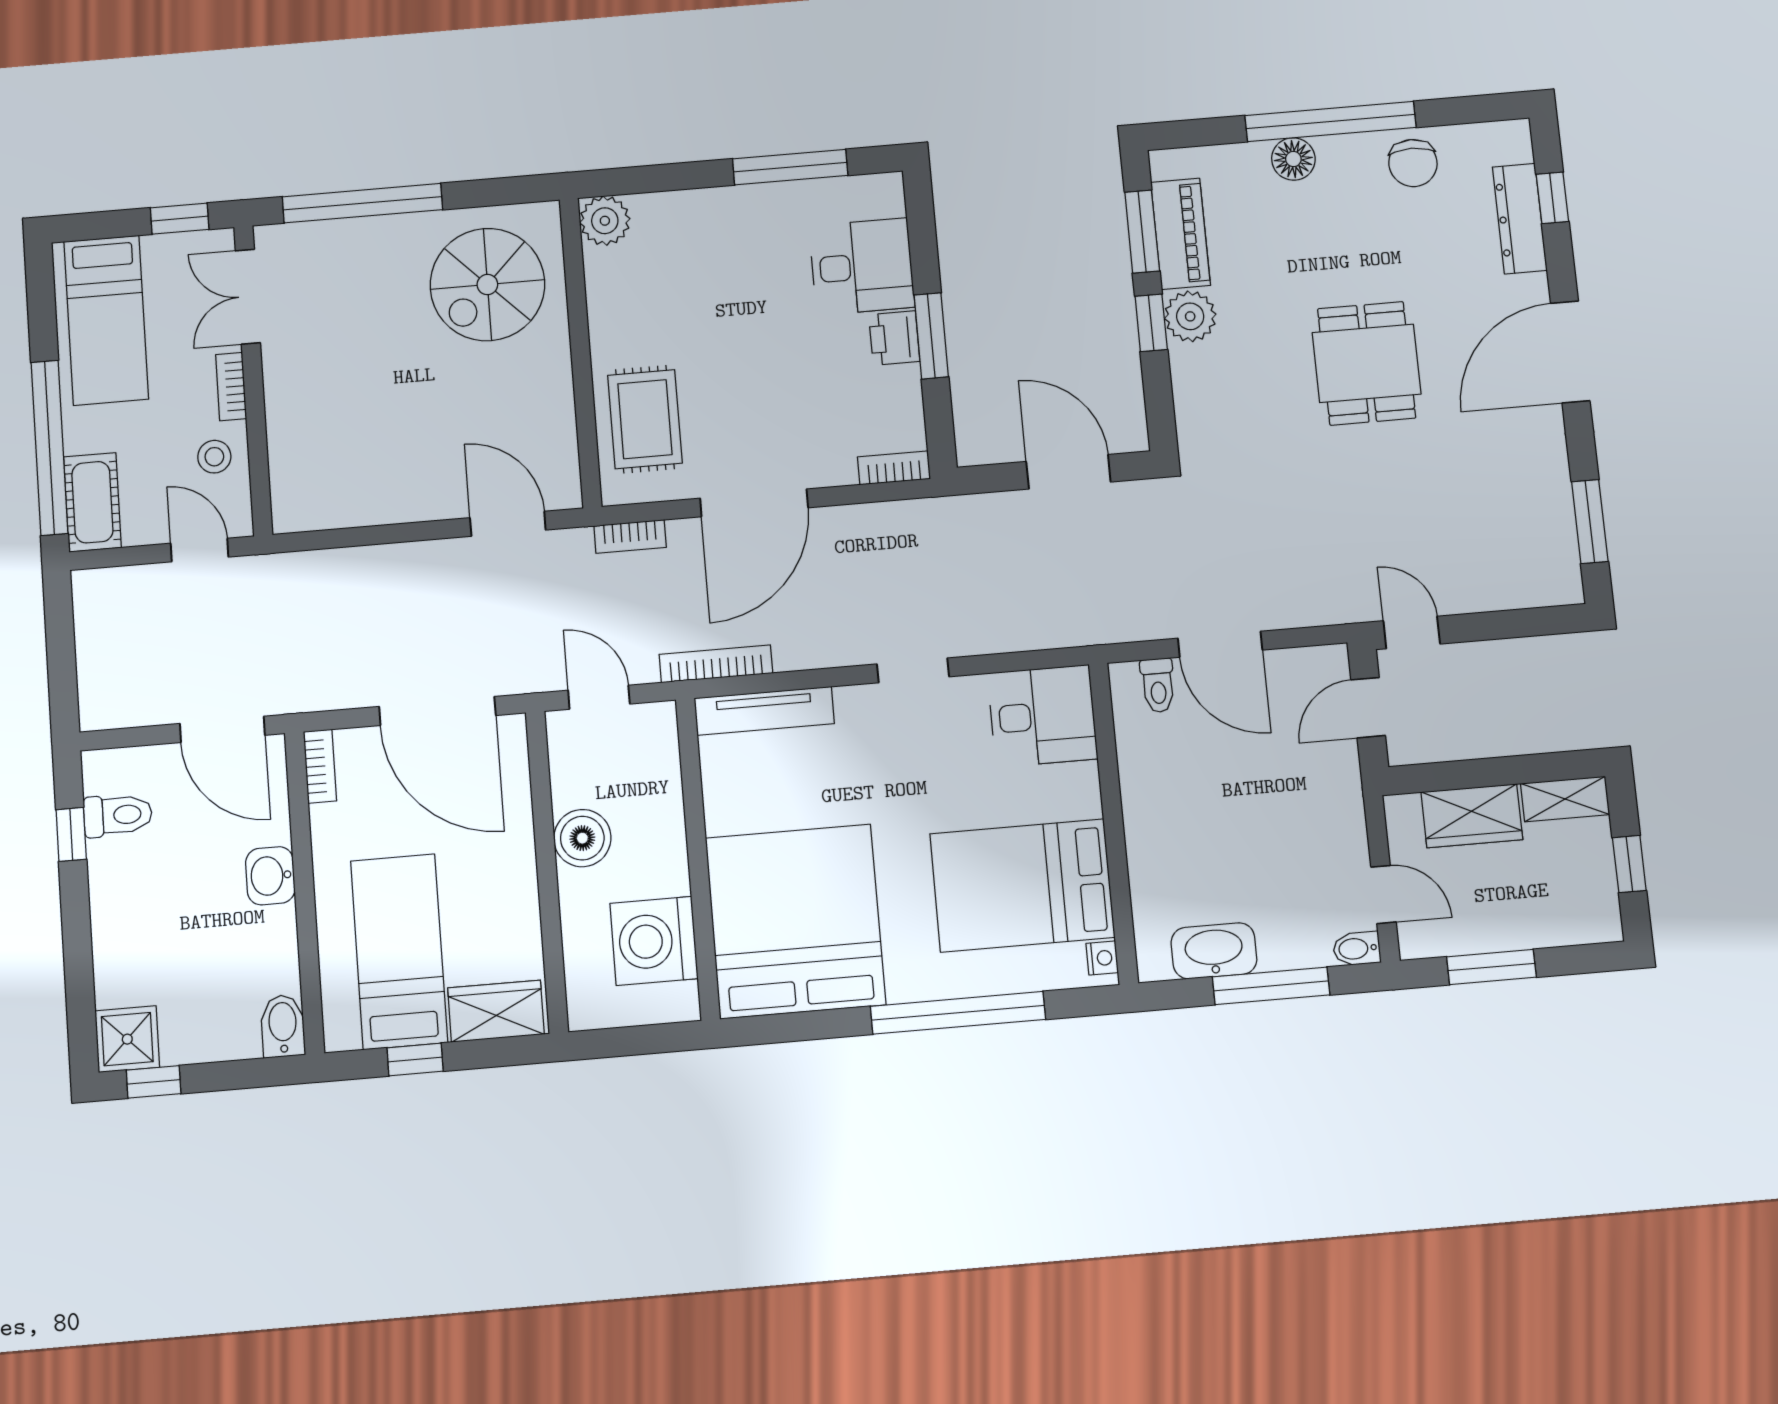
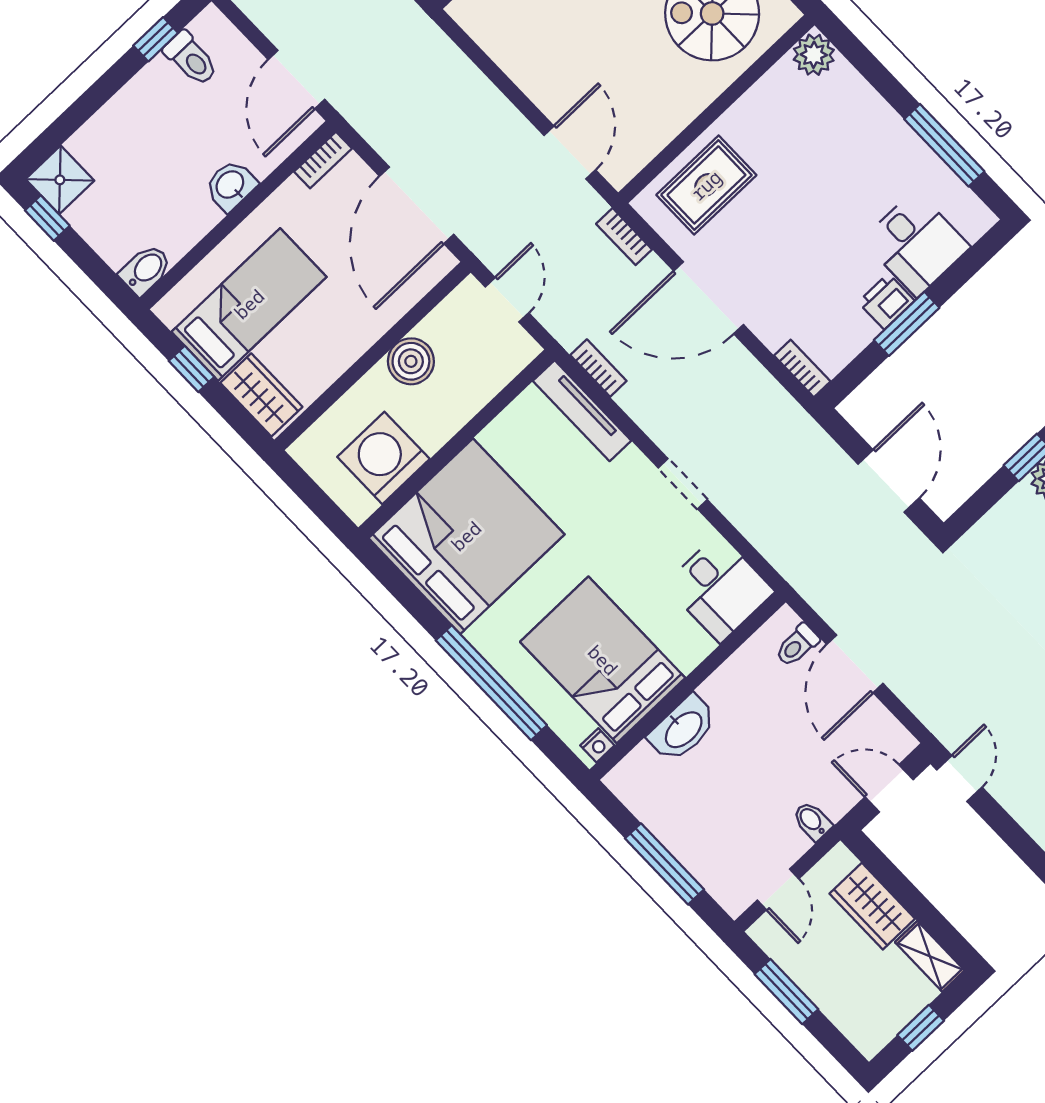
bookcase: (716, 664) -> (598, 368), width x0.64
bidet: (1357, 949) -> (812, 821), moved
washbasin: (1214, 951) -> (683, 729), moved, turned 90

